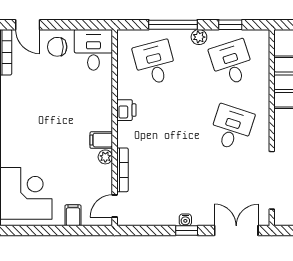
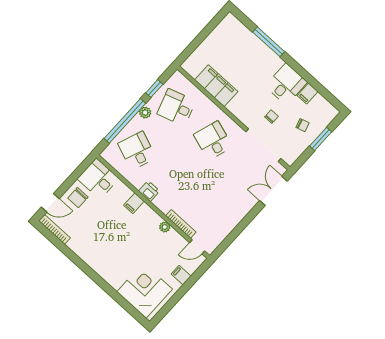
window: (173, 25) -> (125, 121), width x1.46
desk: (155, 63) -> (137, 151), turned 36
filing cabinet: (101, 140) -> (134, 203), moved
door: (115, 206) -> (197, 247), hinge flipped
water cooler: (185, 220) -> (241, 214), removed
window: (187, 231) -> (248, 219), removed

